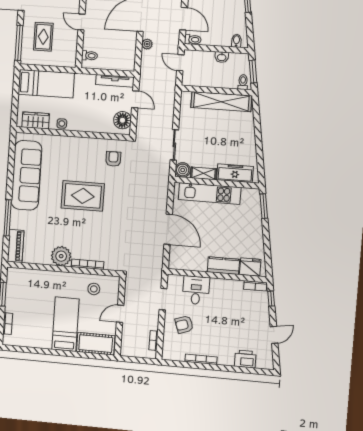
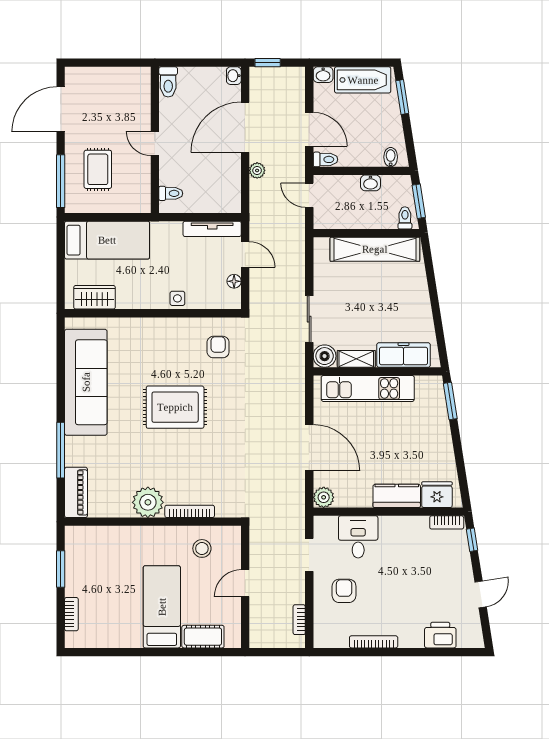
floor lamp: (122, 120) -> (234, 281), width x0.53, depth x0.53
side table: (62, 124) -> (177, 298), moved
plant: (175, 263) -> (324, 497), added
armchair: (184, 324) -> (344, 591), turned 109
cot: (96, 344) -> (203, 637), width x0.73, depth x0.75

